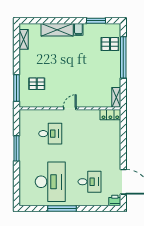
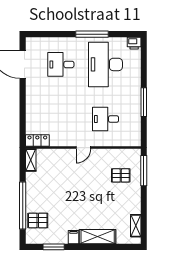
printer: (115, 201) -> (134, 43), moved

